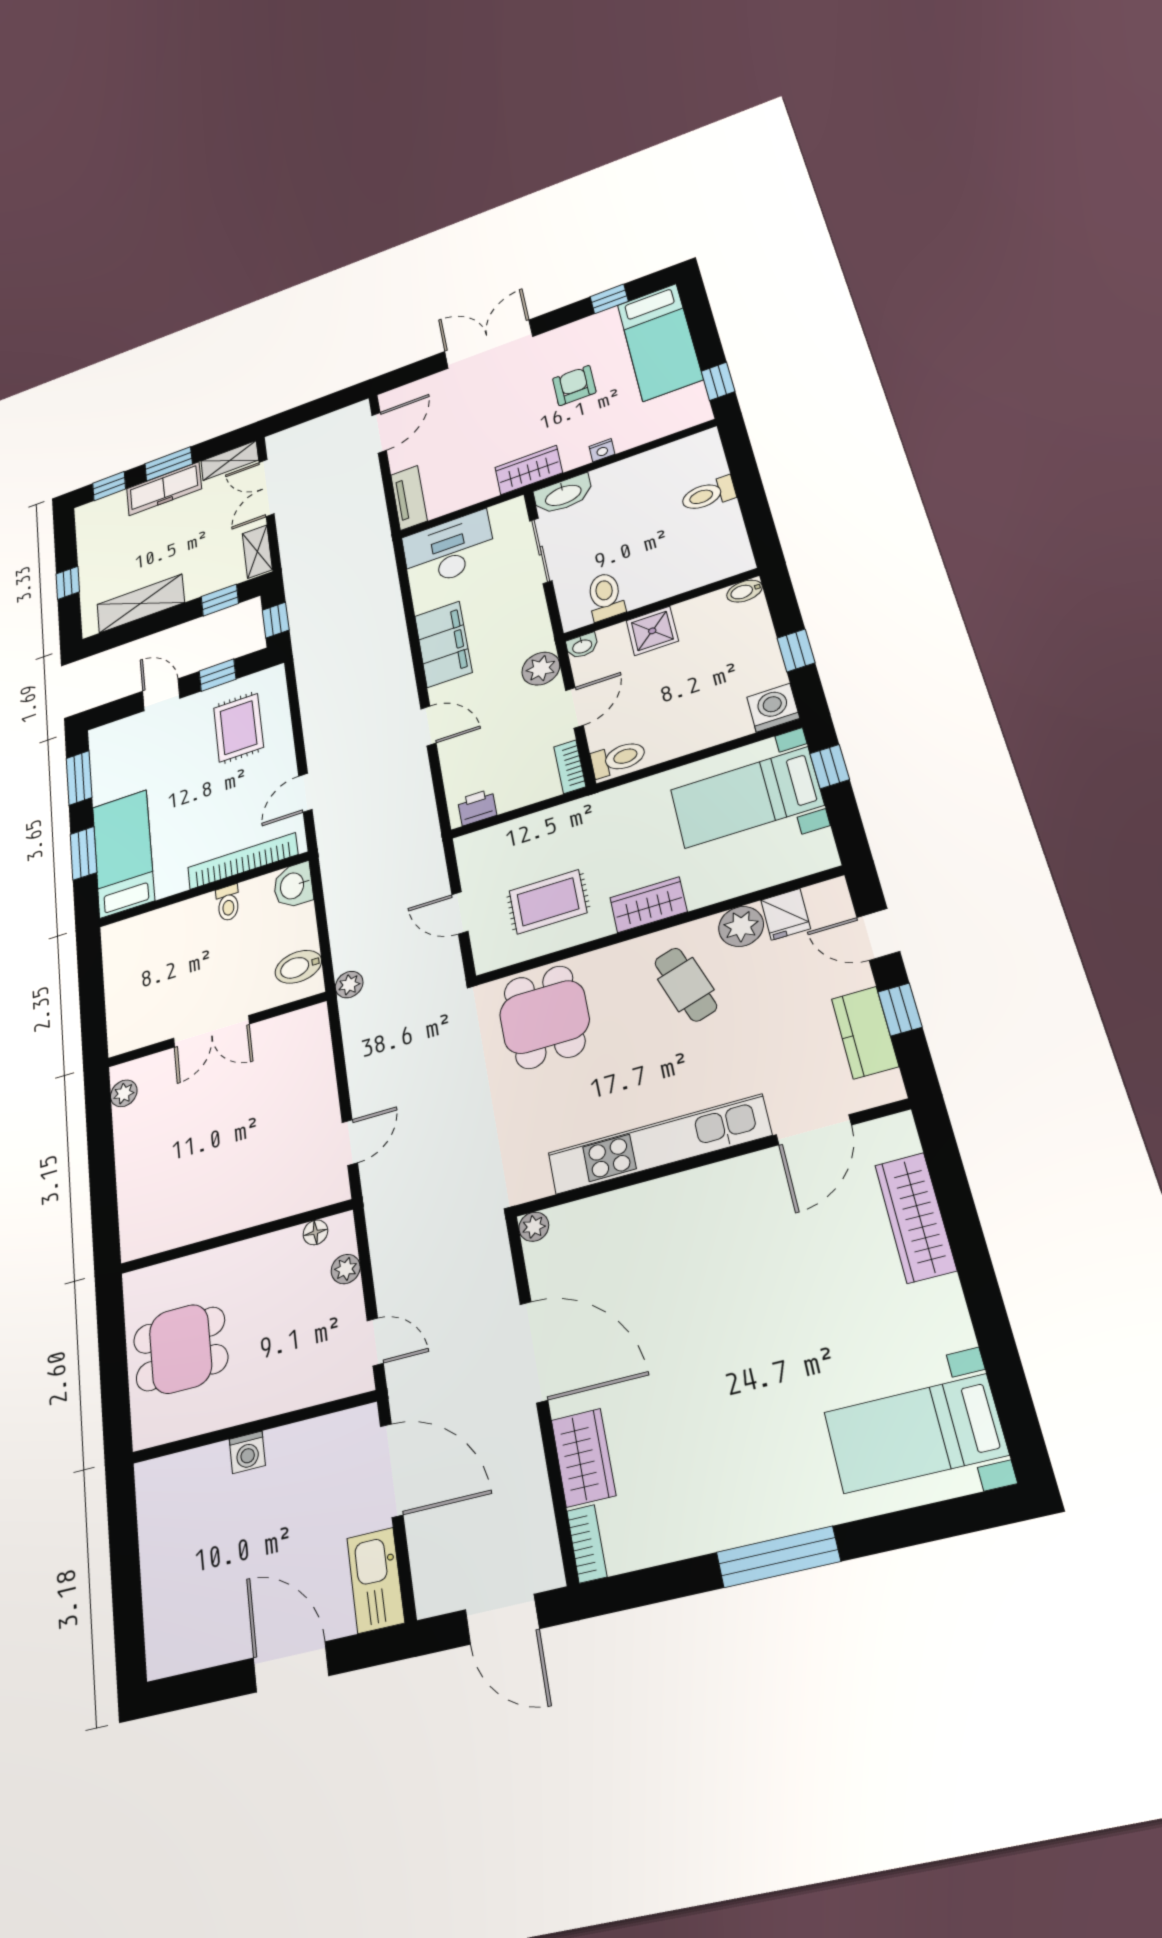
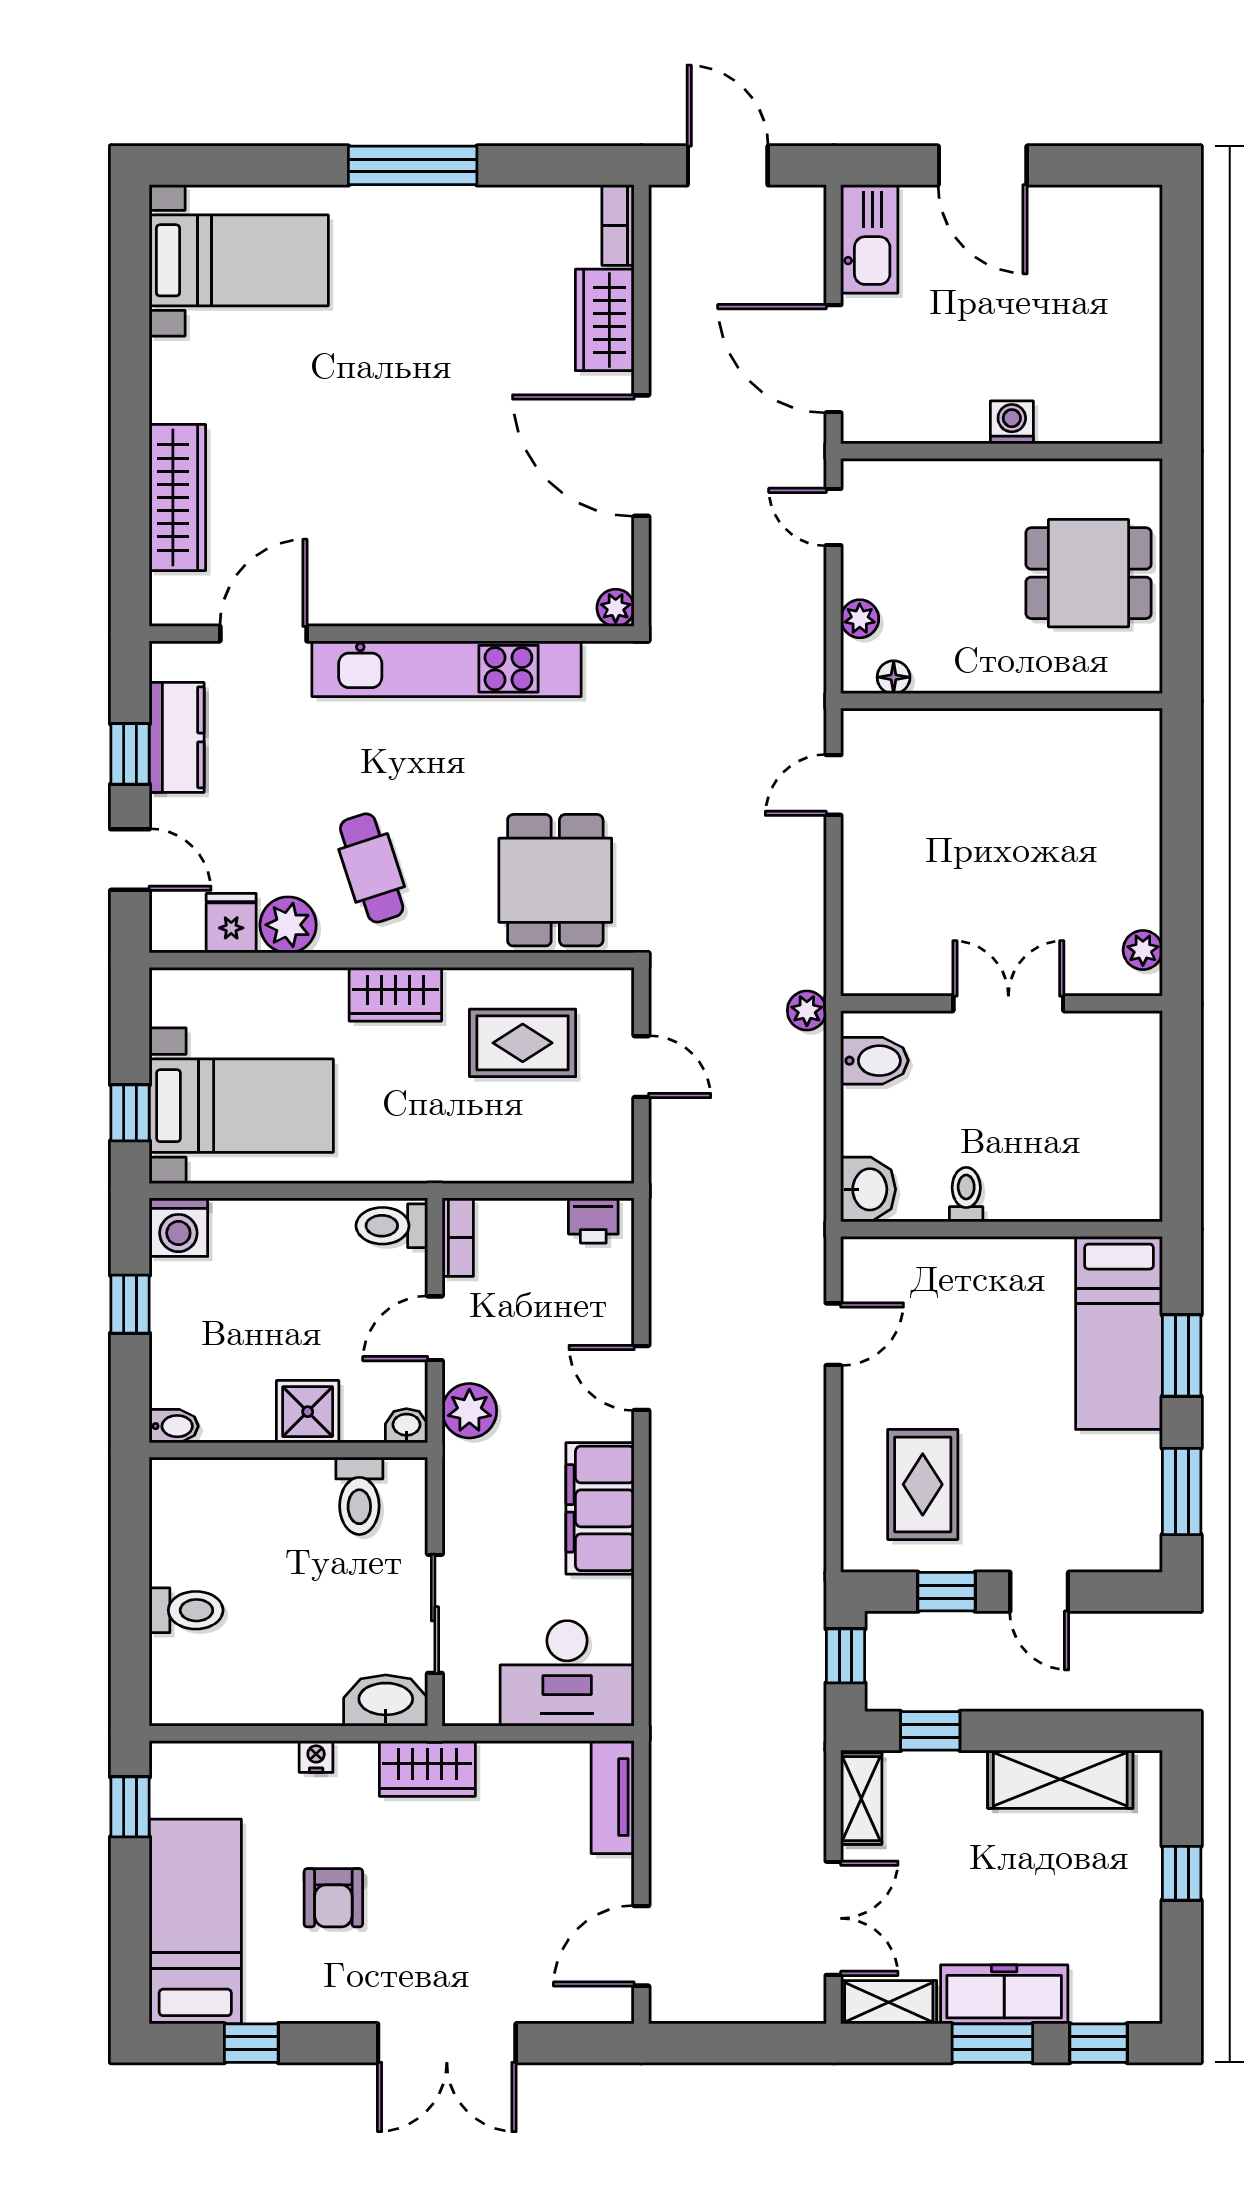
bookcase: (243, 861) -> (938, 1255), removed

